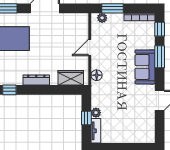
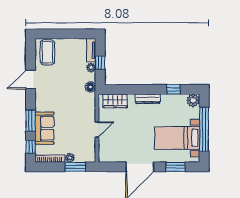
plant: (102, 18) -> (70, 158), moved
sofa: (145, 67) -> (44, 128), moved
floor lamp: (97, 75) -> (90, 87), moved
coffee table: (142, 129) -> (47, 52), added

